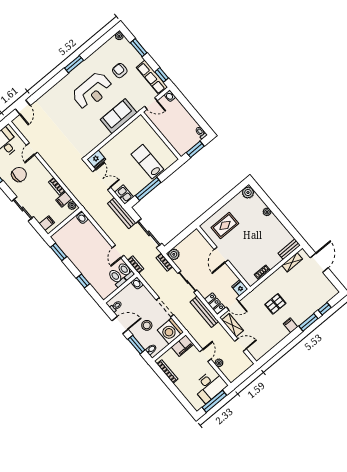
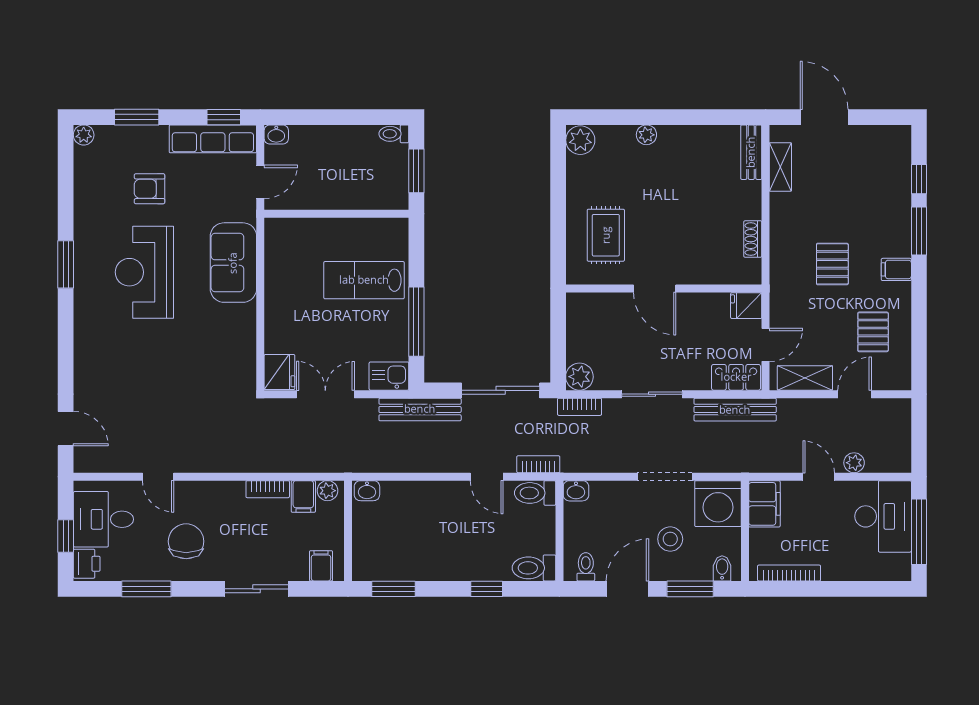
reception desk: (92, 91) -> (144, 272), turned 180
toilet: (117, 278) -> (534, 568), moved
pallet: (265, 334) -> (873, 332), added

